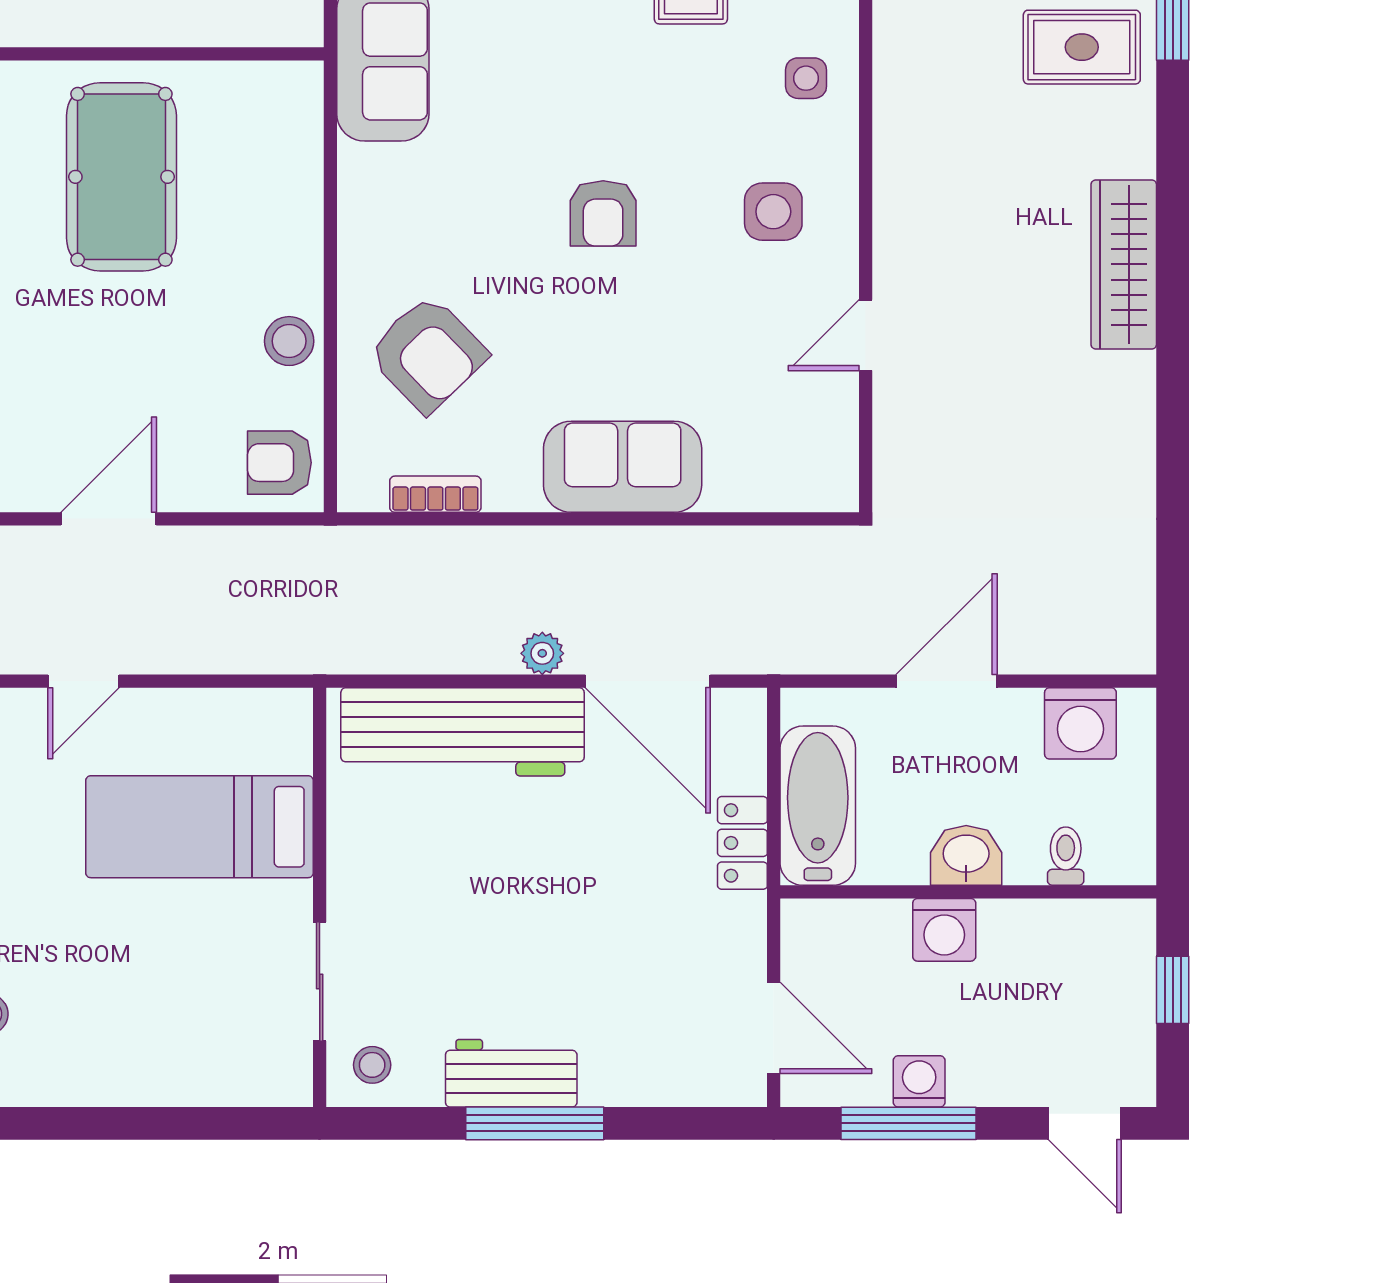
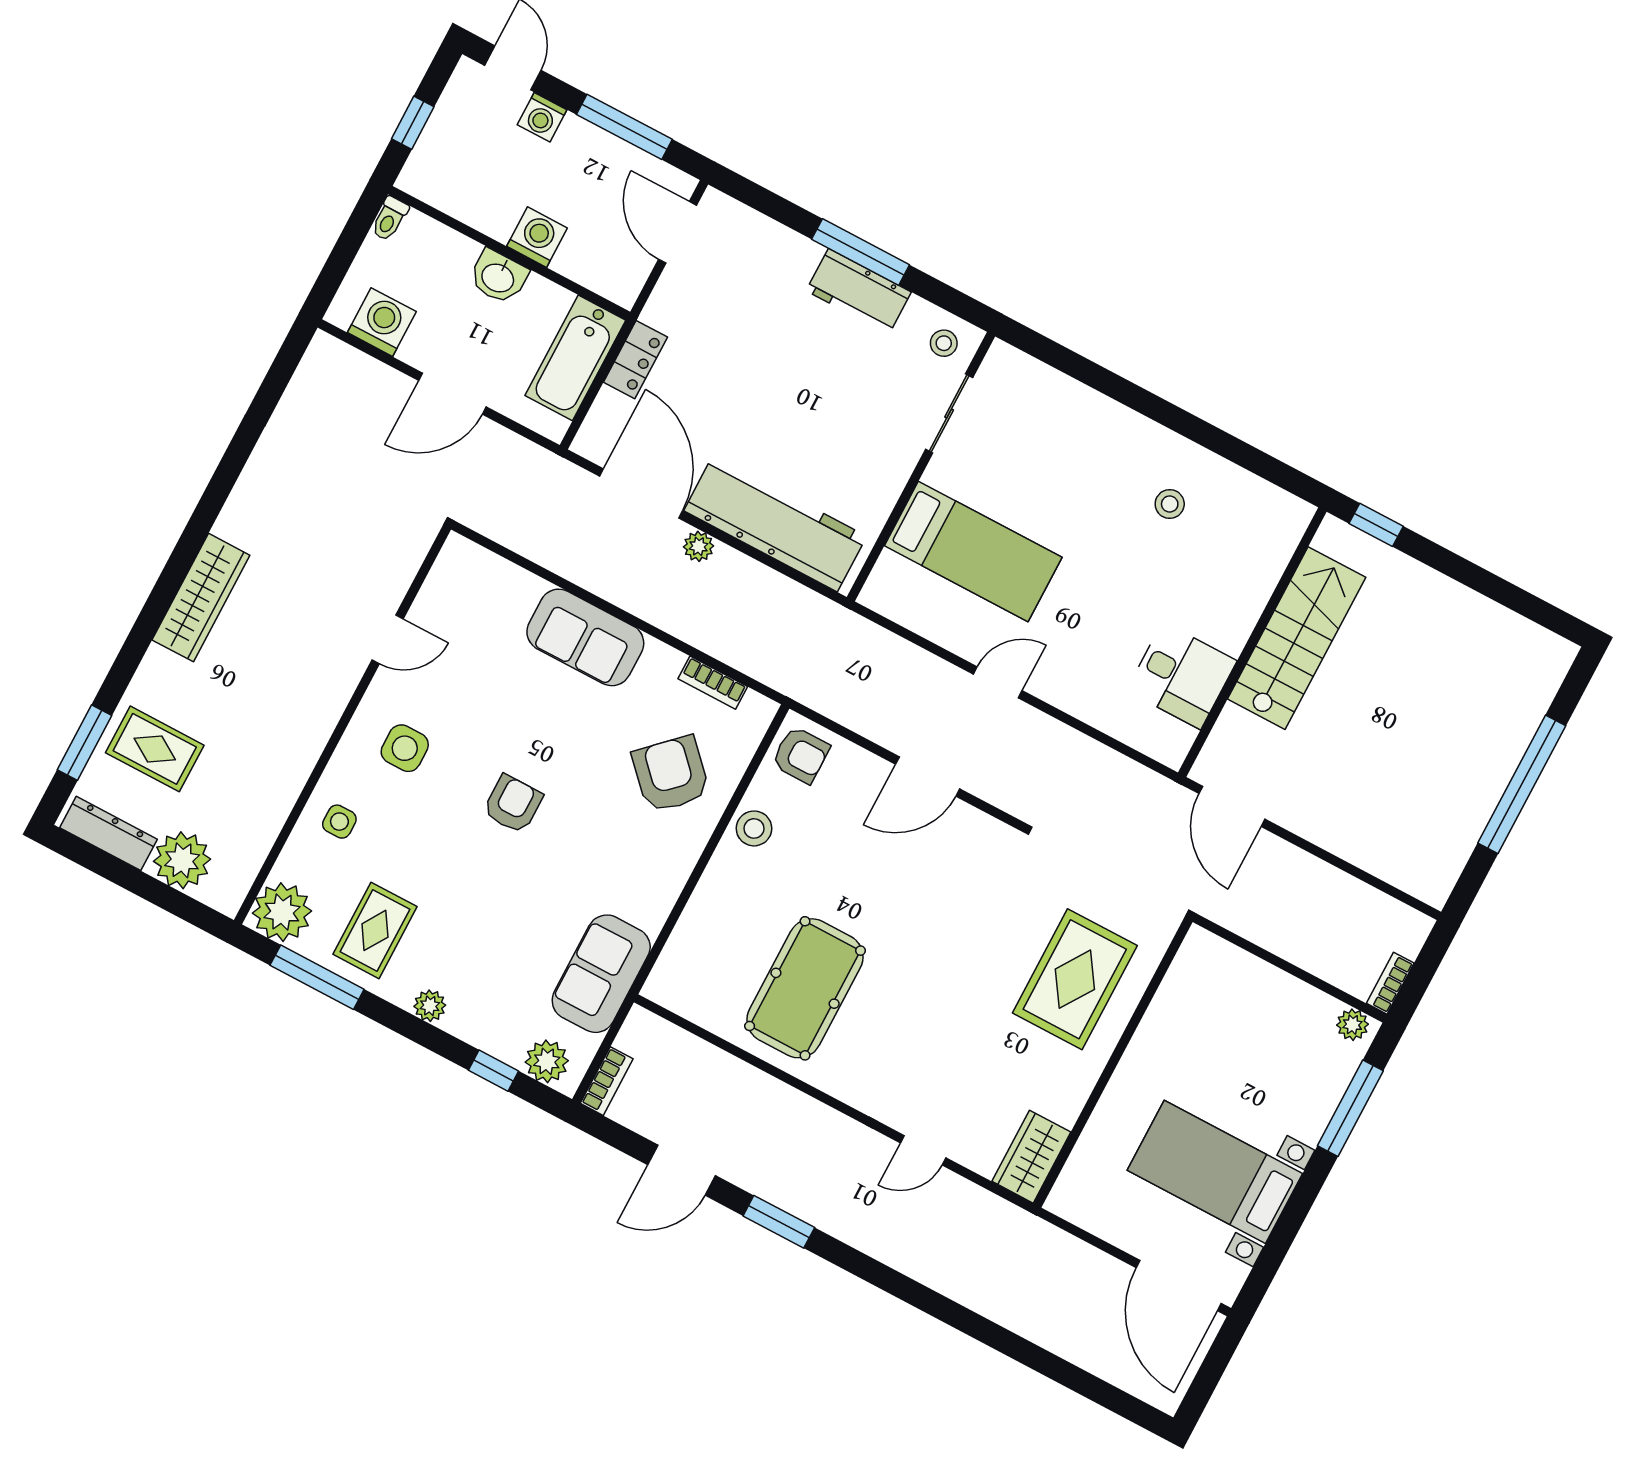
toilet: (1066, 856) -> (390, 219), moved
washing machine: (919, 1081) -> (542, 117), moved

